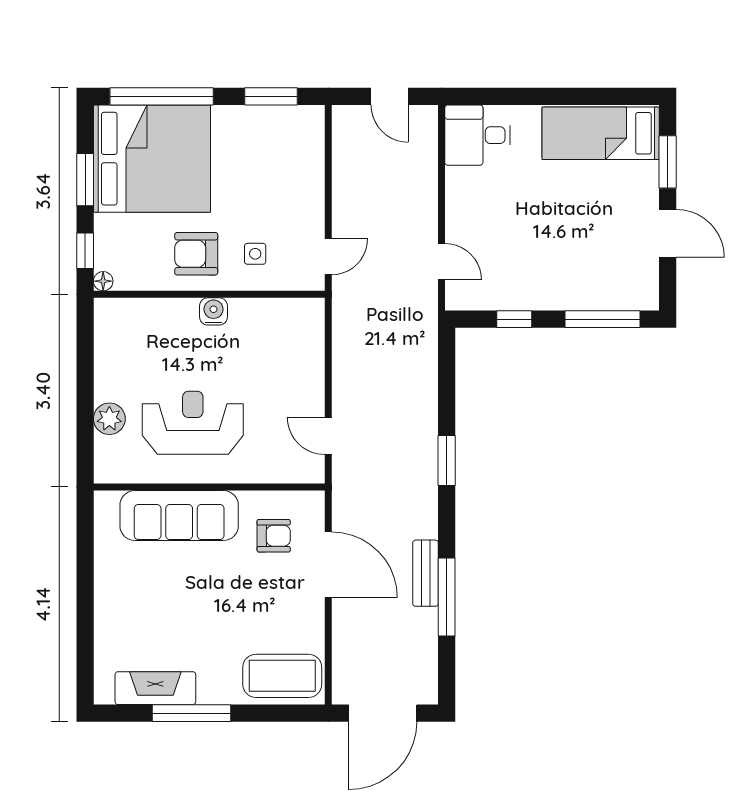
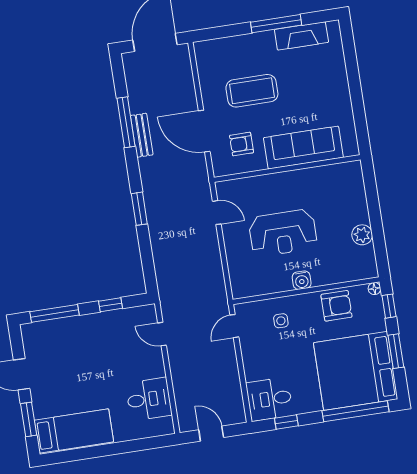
window: (271, 96) -> (286, 422), width x0.67
desk: (478, 135) -> (149, 399), moved
desk: (292, 136) -> (269, 399), added
armchair: (196, 254) -> (336, 306), moved
plant: (109, 419) -> (362, 235), moved
reception desk: (193, 423) -> (283, 233), moved
coffee table: (282, 676) -> (252, 91), moved

